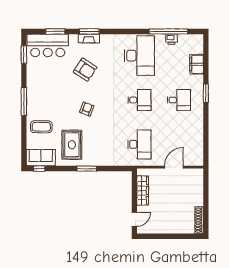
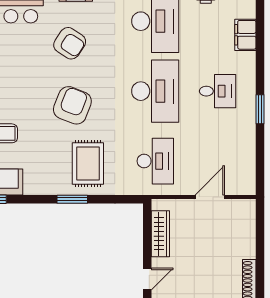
window: (206, 93) -> (260, 109), moved
desk: (139, 100) -> (155, 91), width x1.87, depth x1.30
armchair: (87, 109) -> (72, 105), width x1.88, depth x1.88
rug: (72, 145) -> (88, 163), moved

